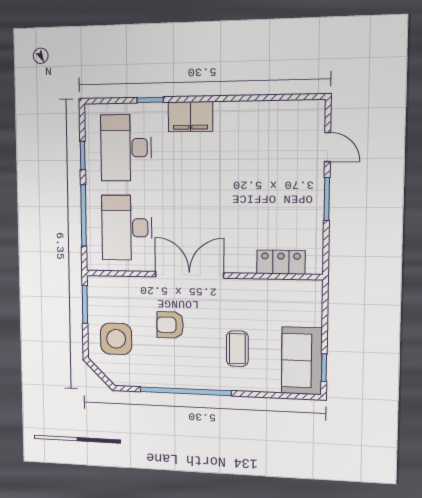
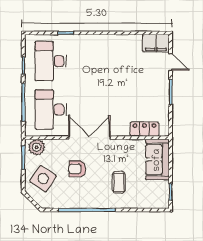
filing cabinet: (190, 117) -> (156, 43), moved
plant: (105, 289) -> (37, 147), added
side table: (116, 339) -> (43, 179), turned 35
sofa: (302, 361) -> (157, 160), moved

